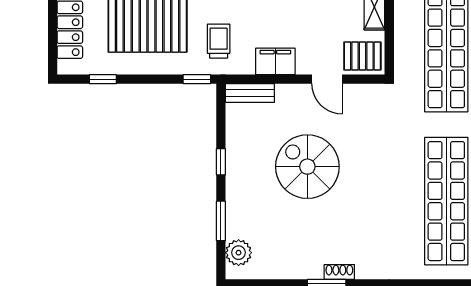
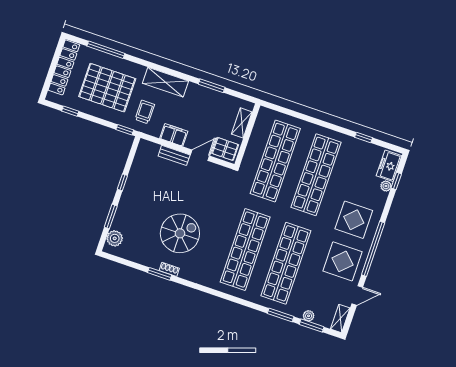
door: (327, 79) -> (200, 155), swing flipped
bench: (250, 93) -> (174, 155), moved
spiral stairs: (307, 167) -> (180, 233), moved, turned 90

